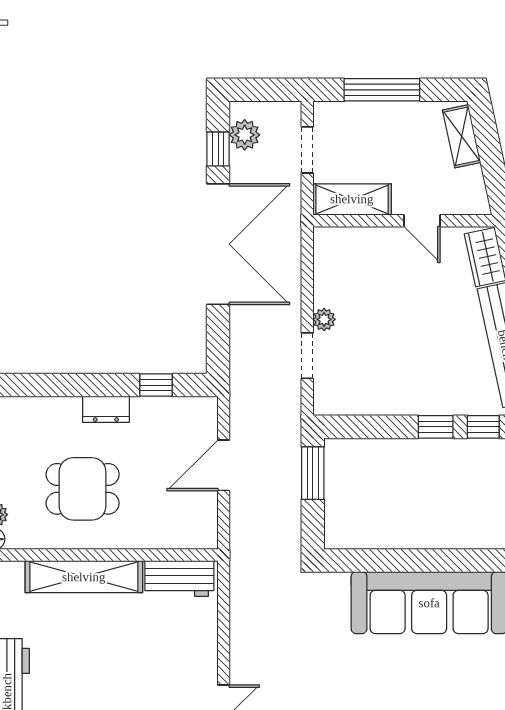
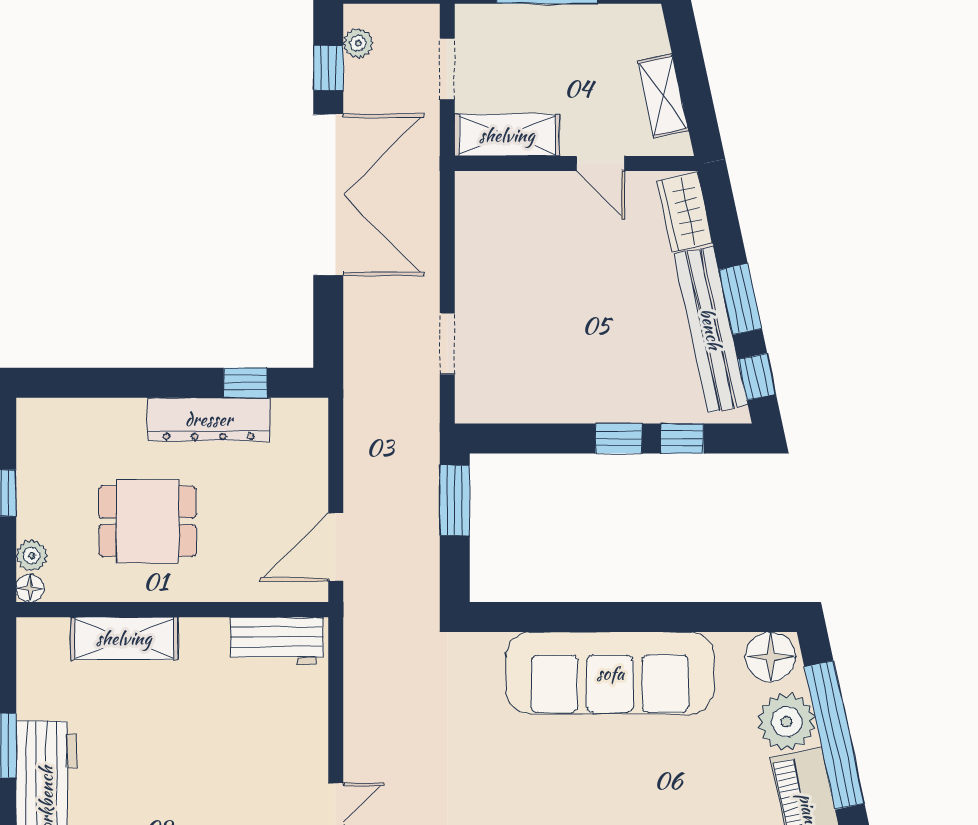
plant: (245, 135) -> (358, 43), width x0.73, depth x0.73
shelving: (462, 136) -> (663, 96), moved
plant: (324, 319) -> (470, 295), removed
dresser: (106, 409) -> (209, 419), width x1.96, depth x1.24
door: (224, 465) -> (336, 547), moved
shelving: (84, 577) -> (124, 638), width x0.68

